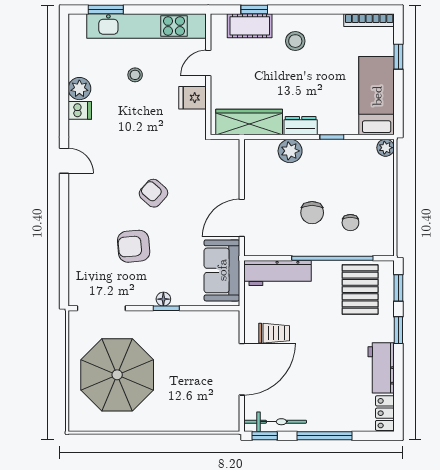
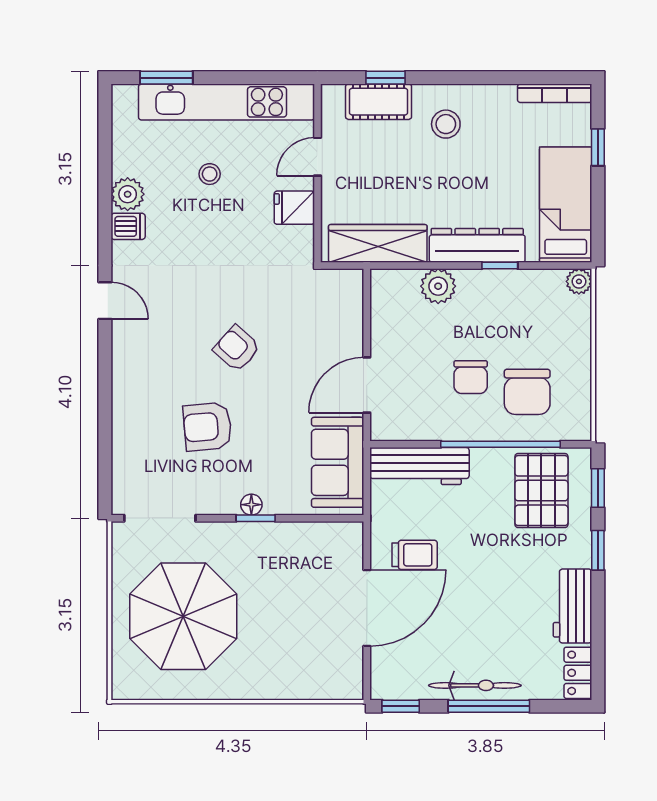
dresser: (301, 126) -> (477, 245), width x1.96, depth x1.24
chair: (350, 223) -> (527, 392), width x1.87, depth x1.87
bicycle: (275, 422) -> (475, 685), moved

